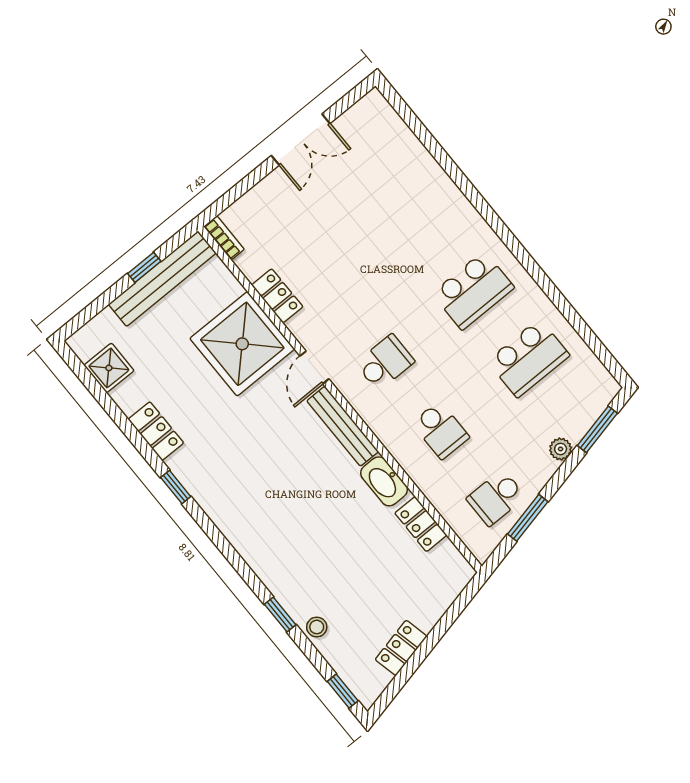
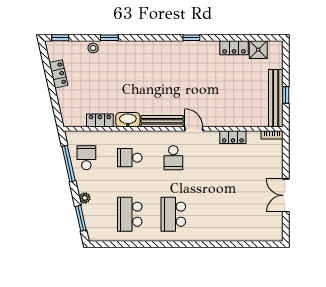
shower: (242, 344) -> (225, 109), removed
locker: (156, 431) -> (234, 48), moved
window: (528, 518) -> (69, 164), width x1.44

